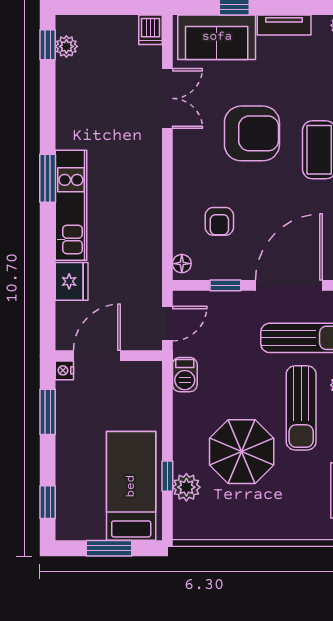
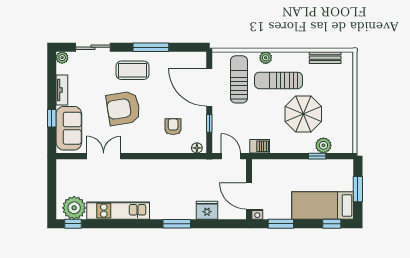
dishwasher: (150, 30) -> (65, 166), removed
plant: (66, 46) -> (74, 208), width x1.88, depth x1.88
armchair: (252, 133) -> (123, 108), turned -99
window: (48, 178) -> (177, 224), moved
kitchen unit: (71, 205) -> (118, 211), moved
armchair: (219, 221) -> (173, 127), turned -90
sun lounger: (301, 408) -> (279, 80), turned 180
bed: (131, 486) -> (323, 206), moved

